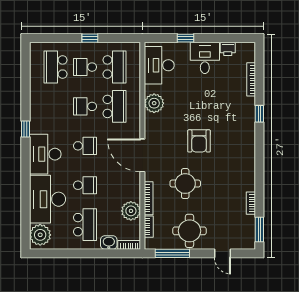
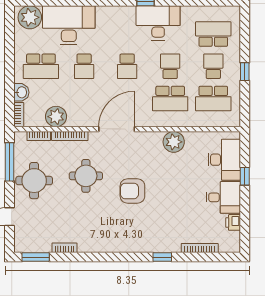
desk: (159, 65) -> (224, 160), moved, turned 90
desk: (45, 154) -> (158, 23), moved

